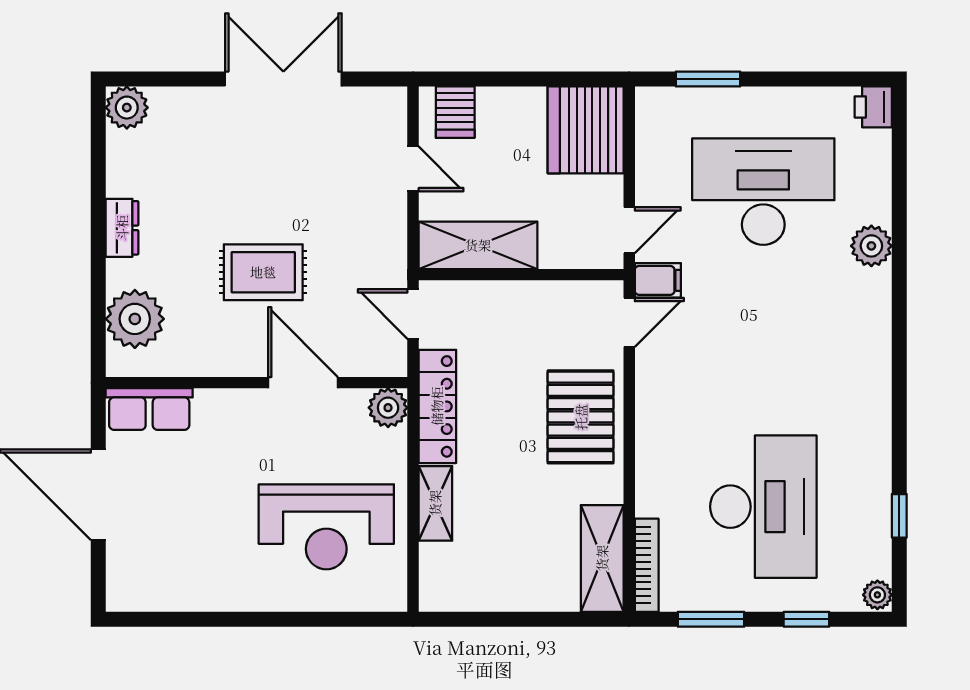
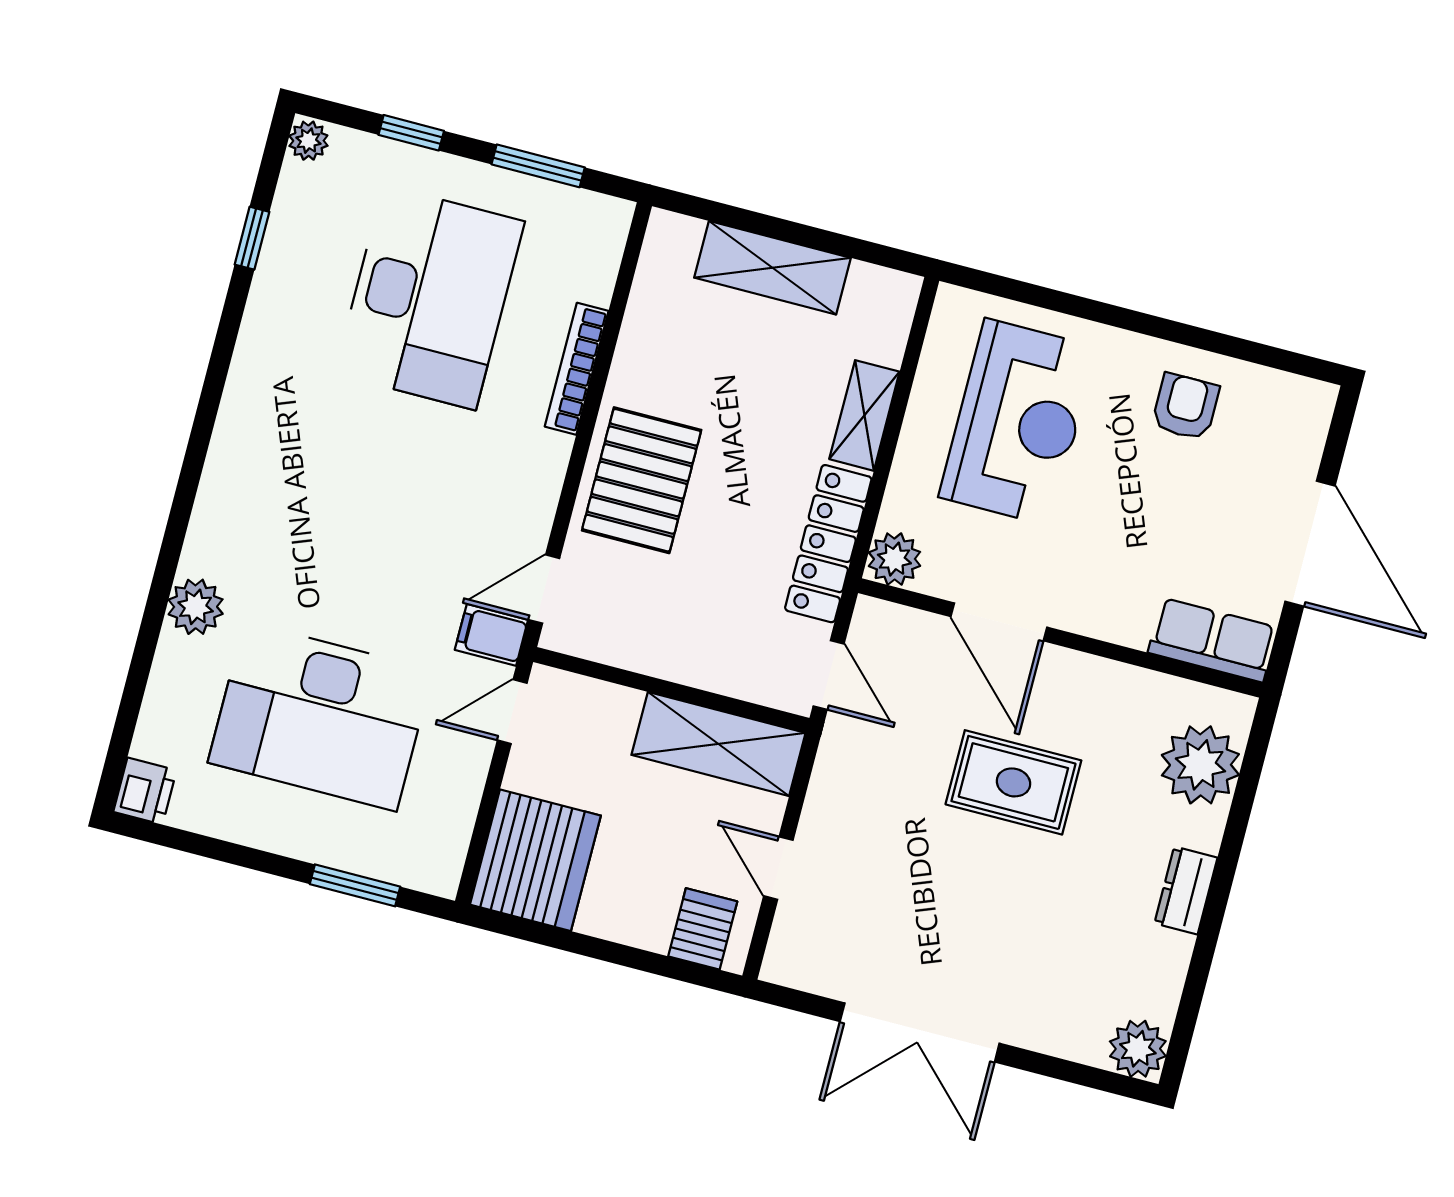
desk: (763, 507) -> (430, 298), turned 180
reception desk: (326, 527) -> (1018, 422), turned 90
shelving: (602, 558) -> (773, 268), moved, turned 90
bookcase: (647, 565) -> (577, 369), moved
armchair: (211, 568) -> (1185, 407), added

